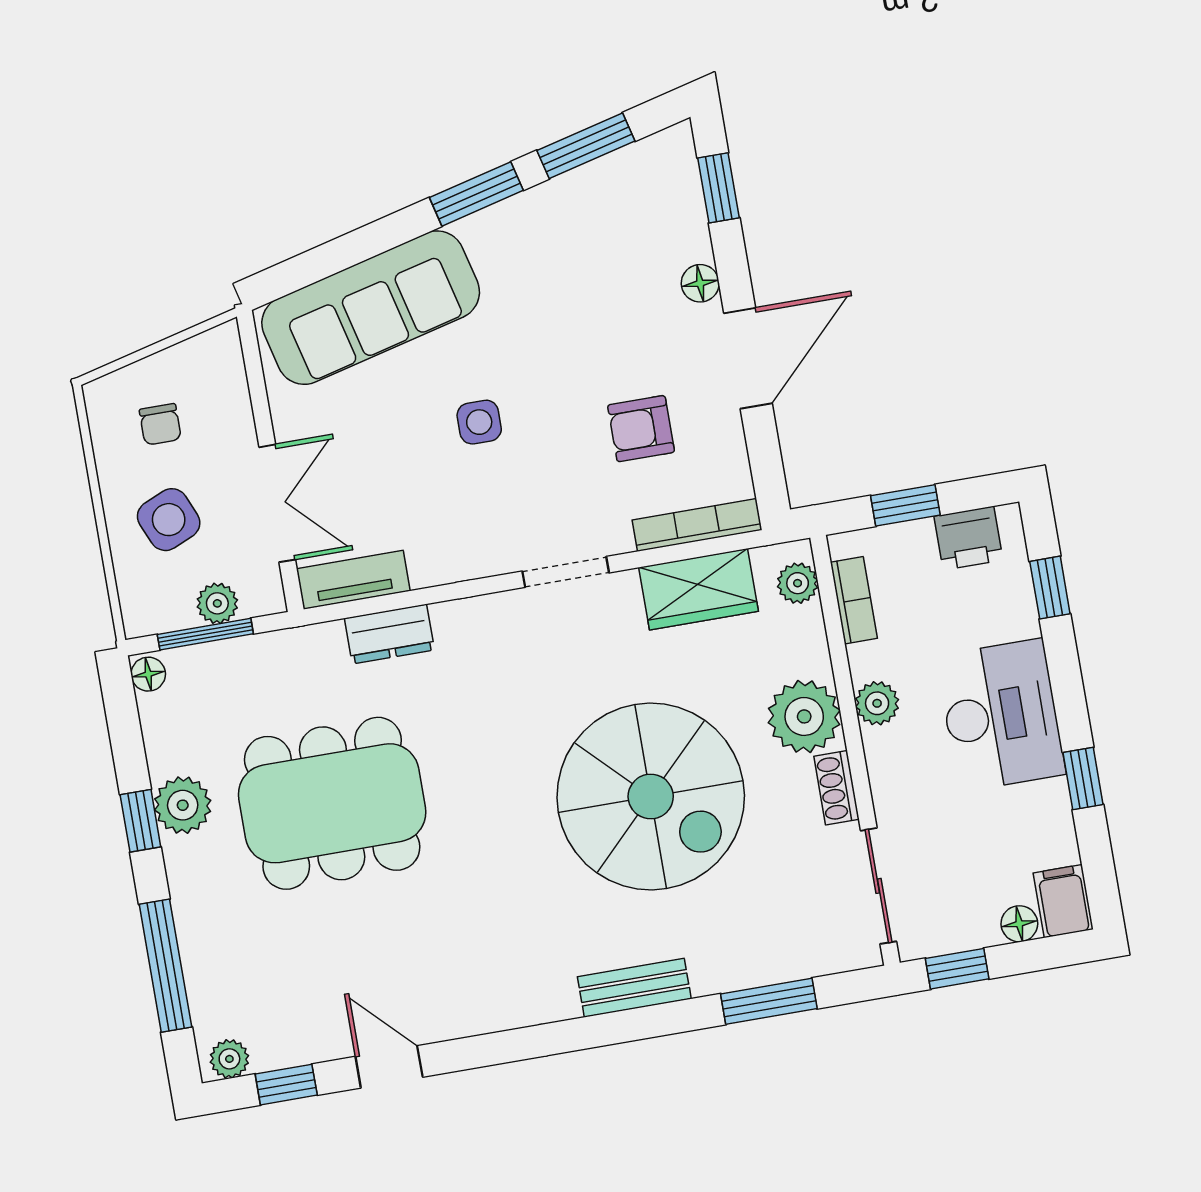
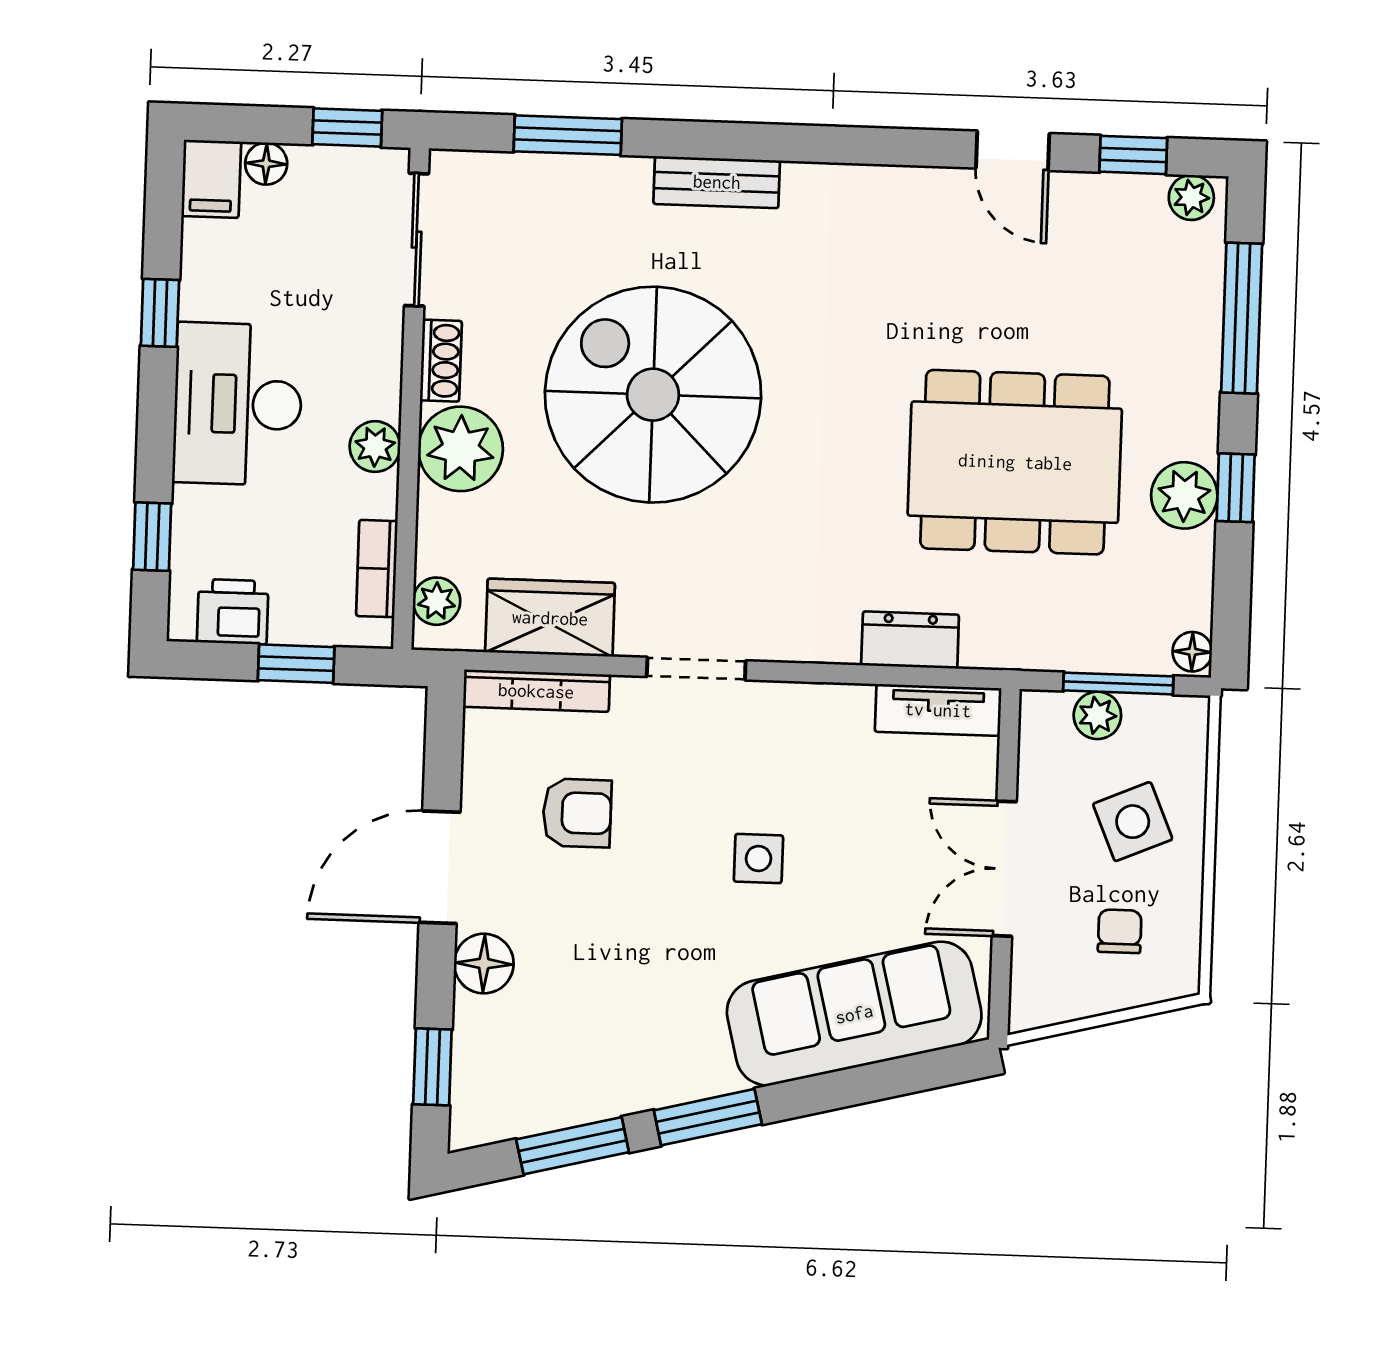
floor lamp: (700, 283) -> (484, 964), width x1.37, depth x1.37
double door: (277, 503) -> (1004, 869), moved

